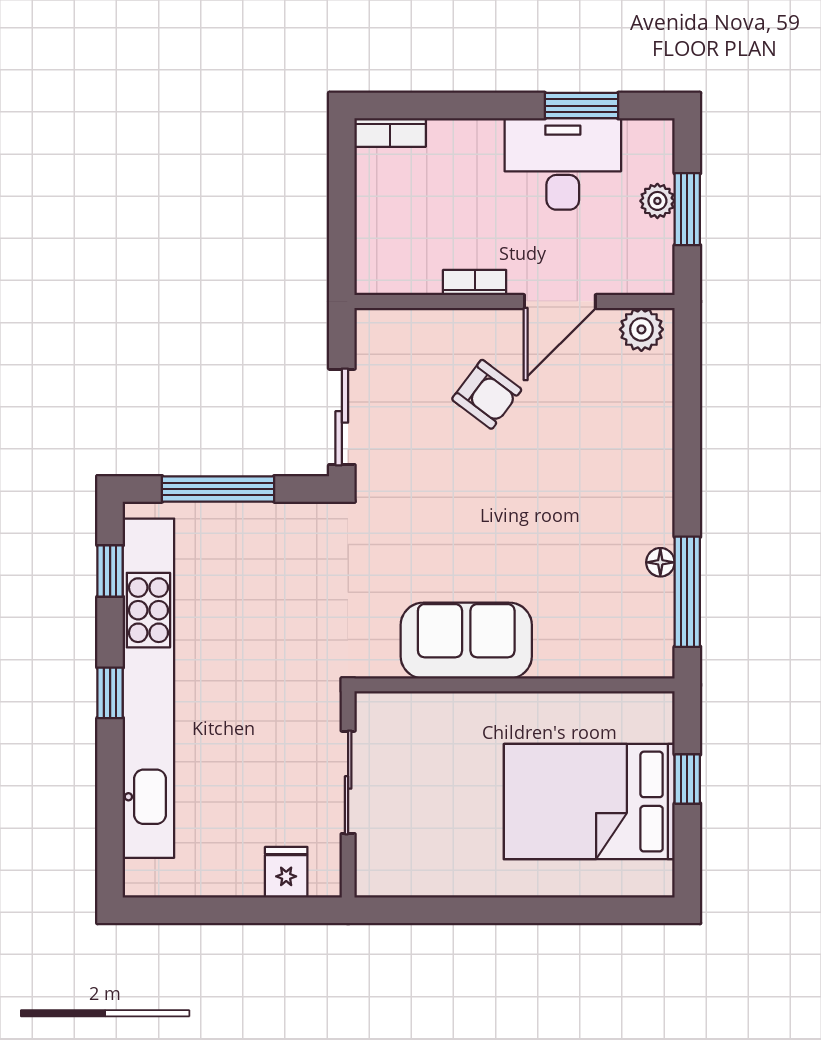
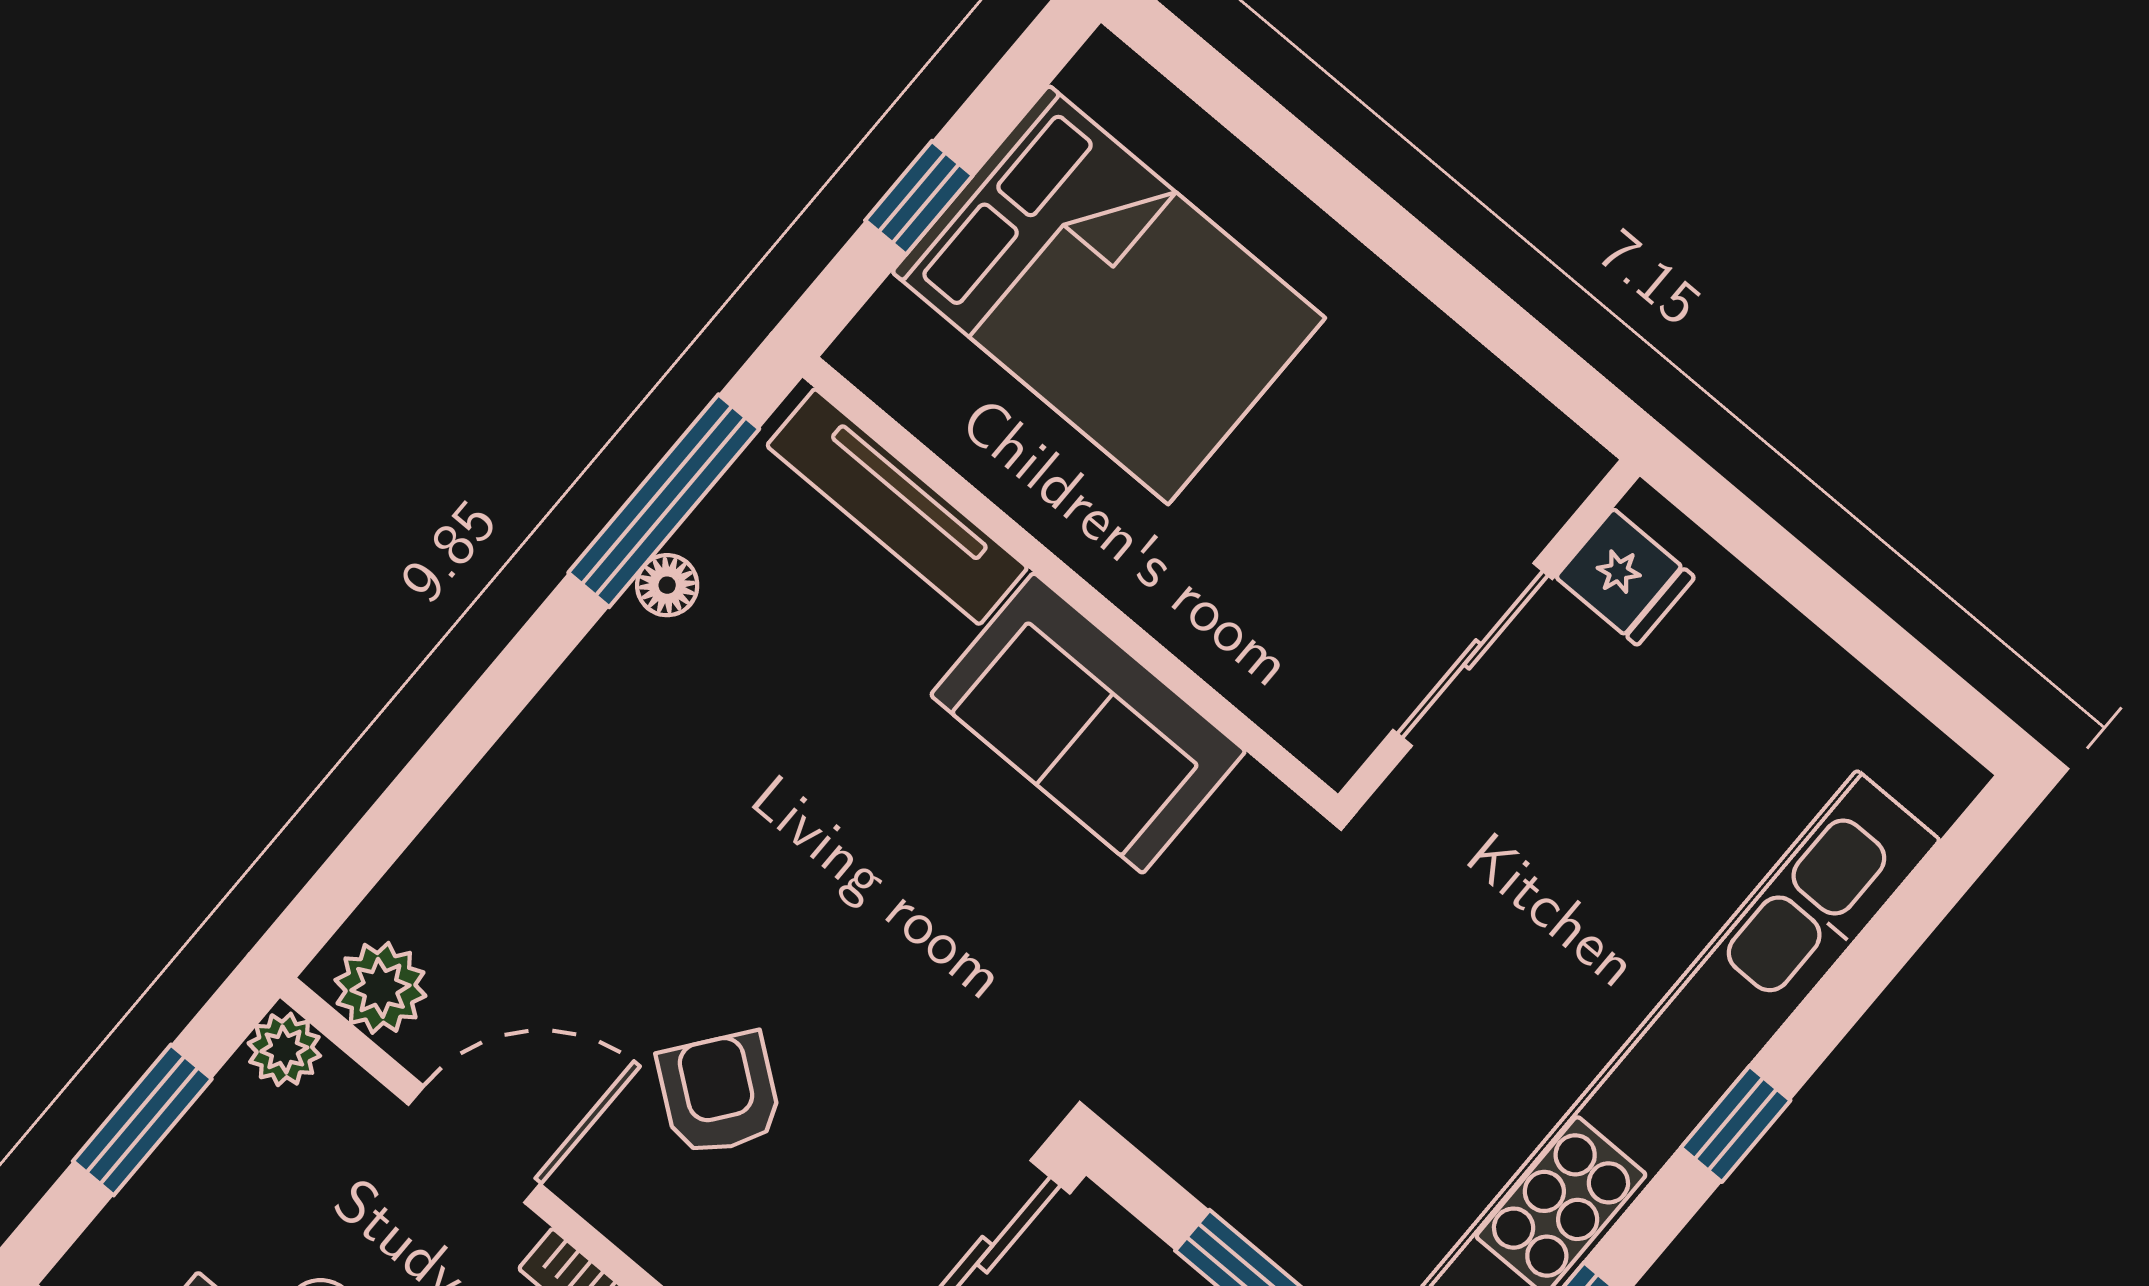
plant: (657, 201) -> (284, 1049), moved
tv unit: (601, 661) -> (897, 507), added
fridge: (286, 872) -> (1625, 577), moved, turned -90

